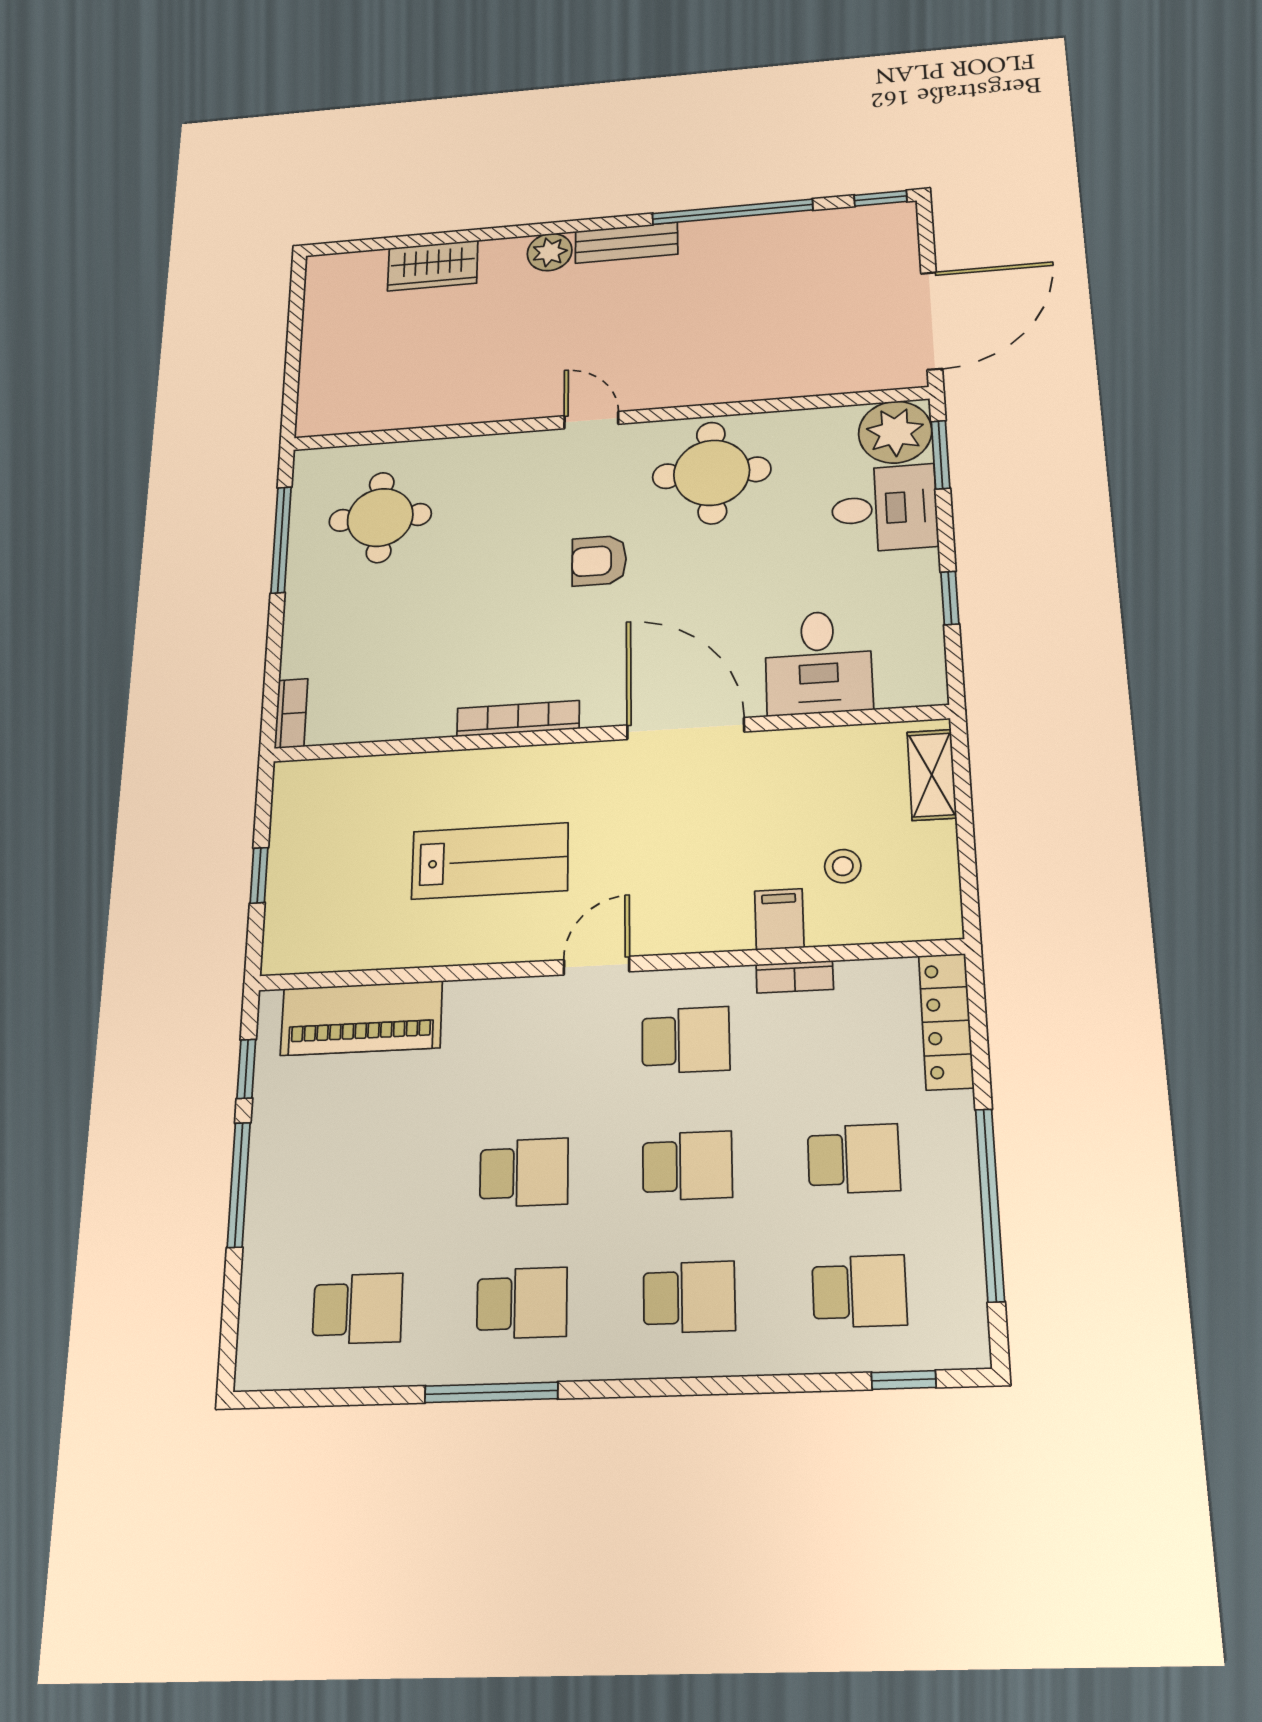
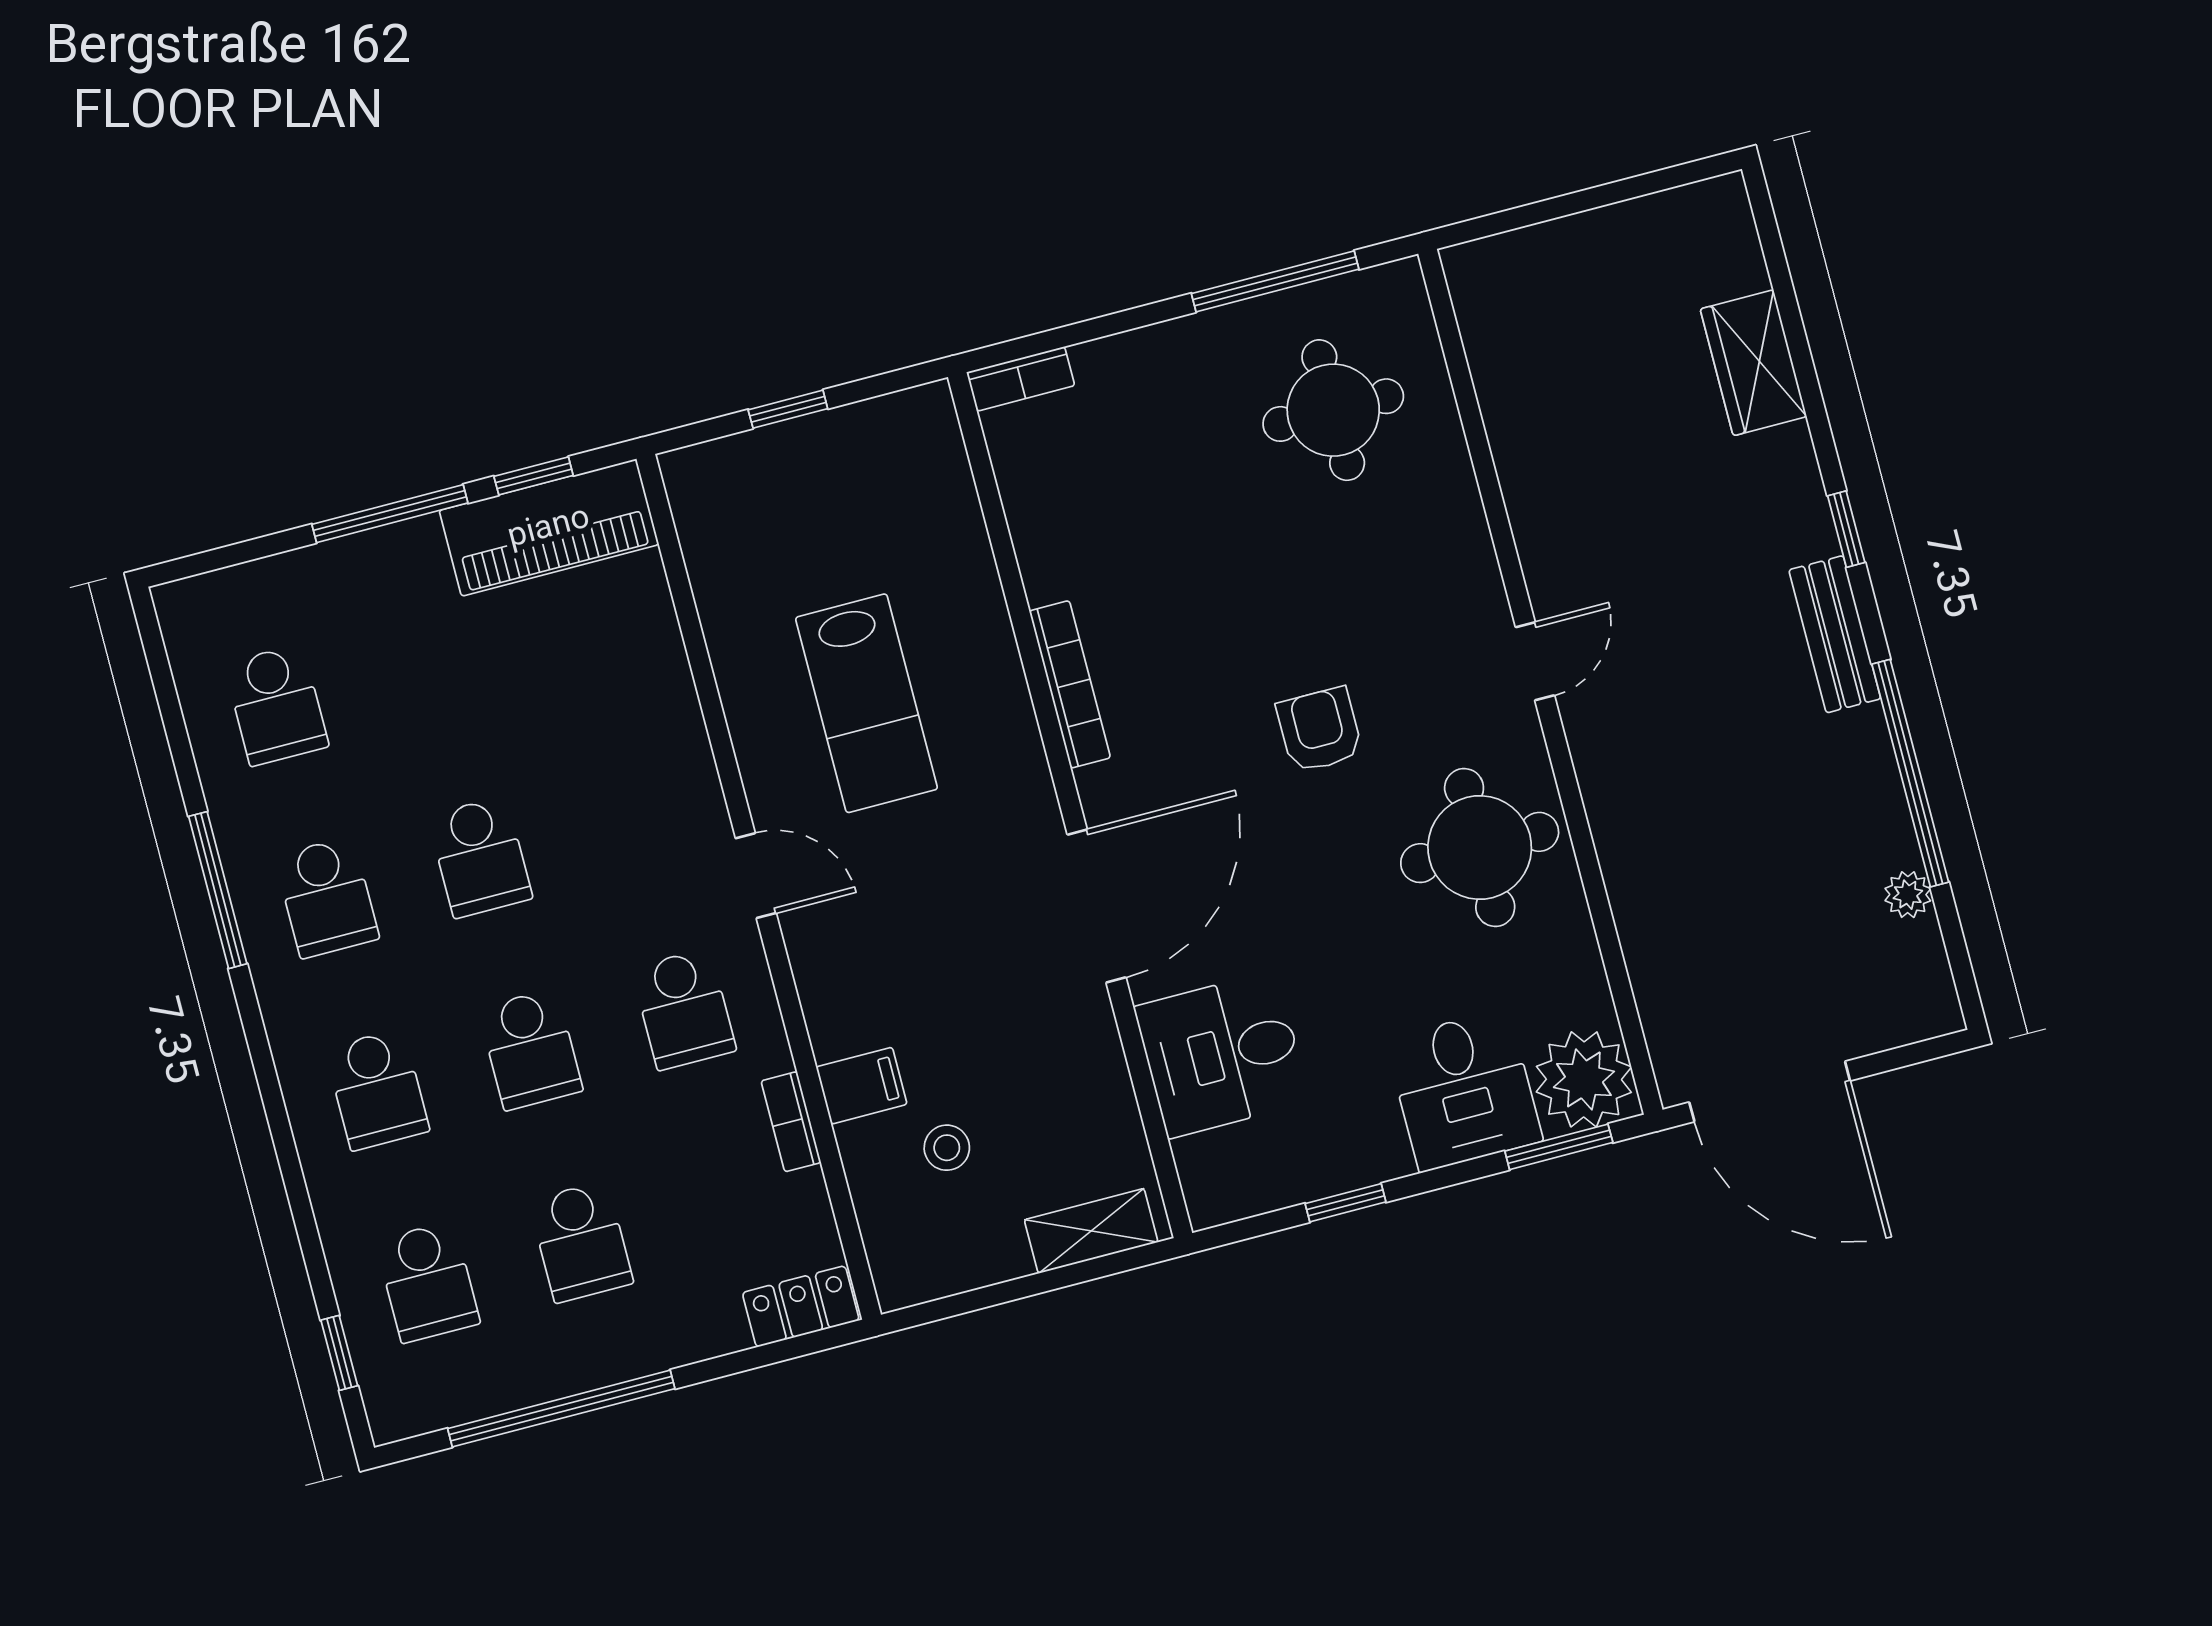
window: (881, 198) -> (1846, 529), moved
plant: (550, 252) -> (1908, 895), moved, width x0.73, depth x0.73
piano: (361, 1018) -> (549, 528), moved, turned -90
locker: (946, 1021) -> (801, 1306), width x0.66

